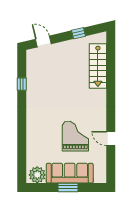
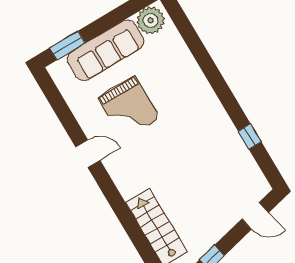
door: (111, 138) -> (88, 154), moved
window: (68, 187) -> (67, 45), moved

